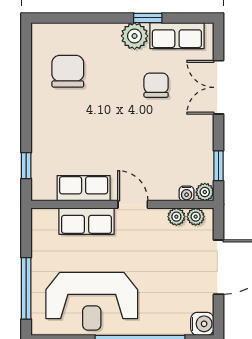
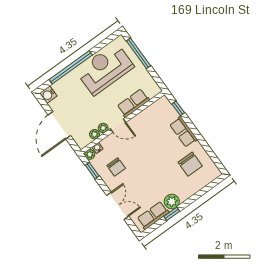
chair: (156, 85) -> (116, 167), moved
row of seats: (84, 188) -> (183, 132), moved, turned 90
plant: (196, 217) -> (103, 128), moved

